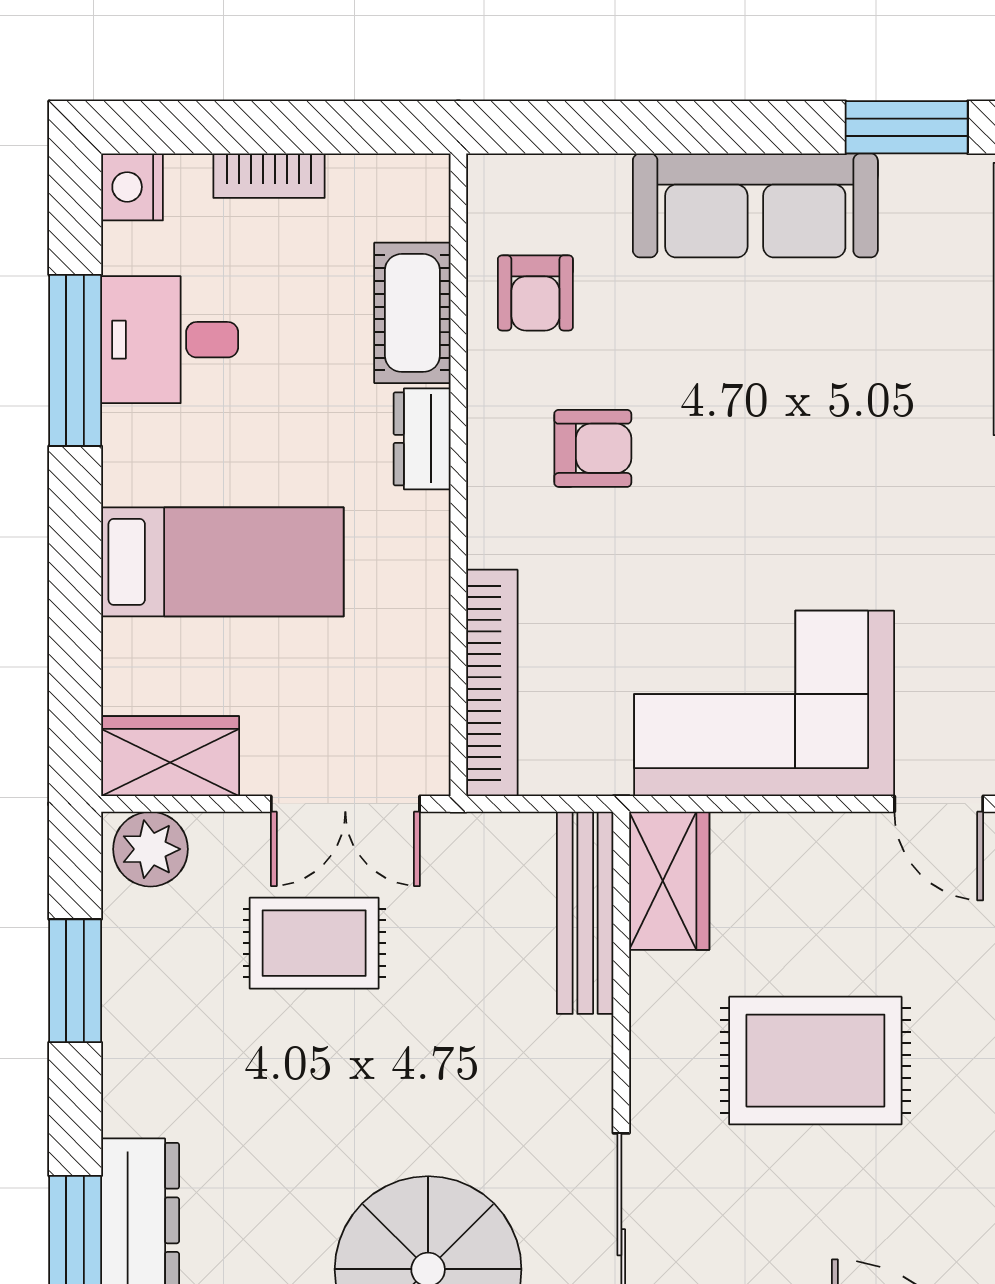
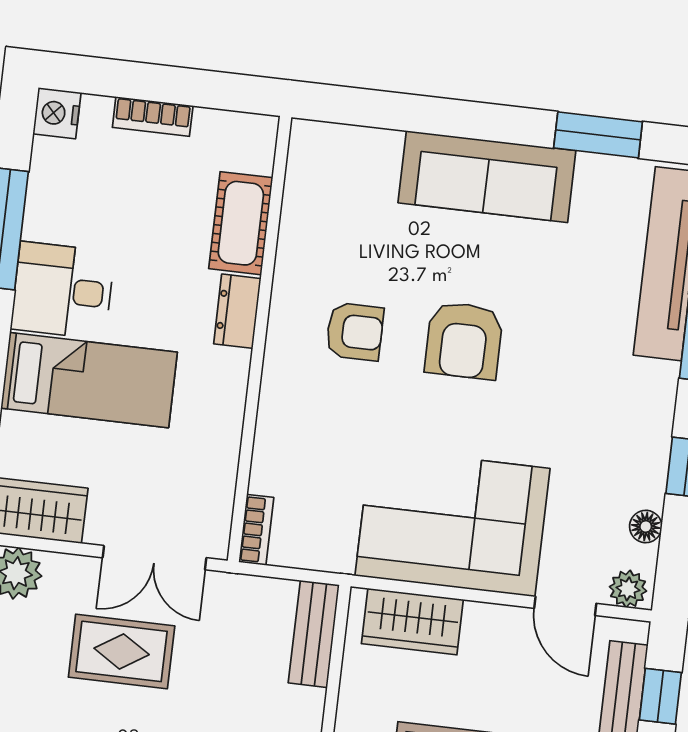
armchair: (535, 293) -> (464, 340), moved, width x1.38, depth x1.38
desk: (170, 340) -> (63, 290), moved
bookcase: (492, 683) -> (256, 530), width x0.43, depth x0.76
wardrobe: (669, 881) -> (412, 622), moved, turned 90
bench: (585, 913) -> (314, 634), width x0.73

